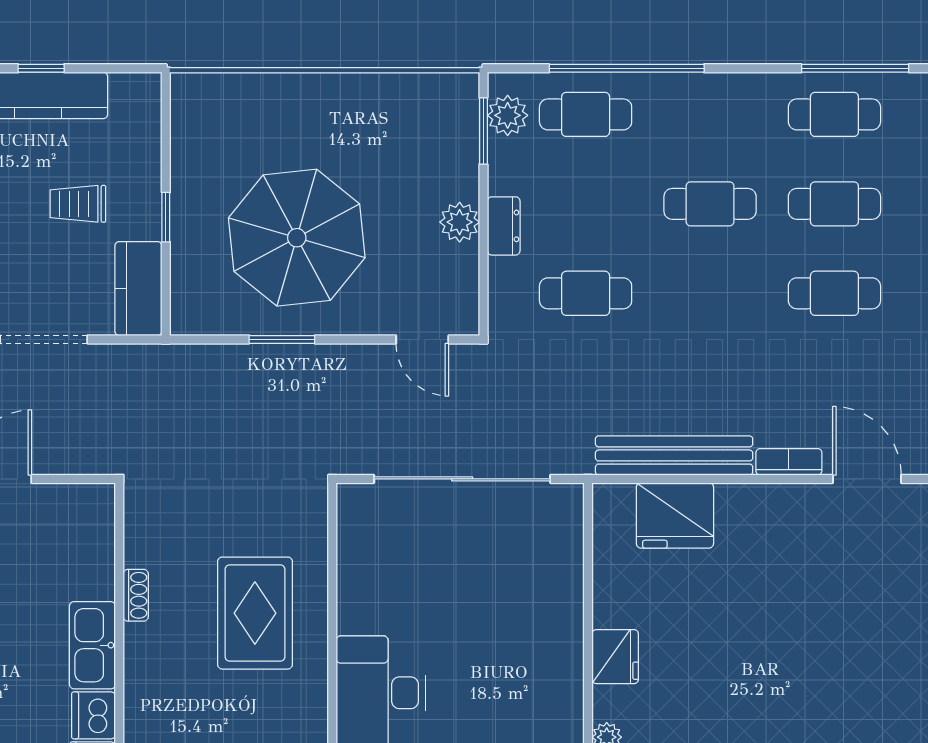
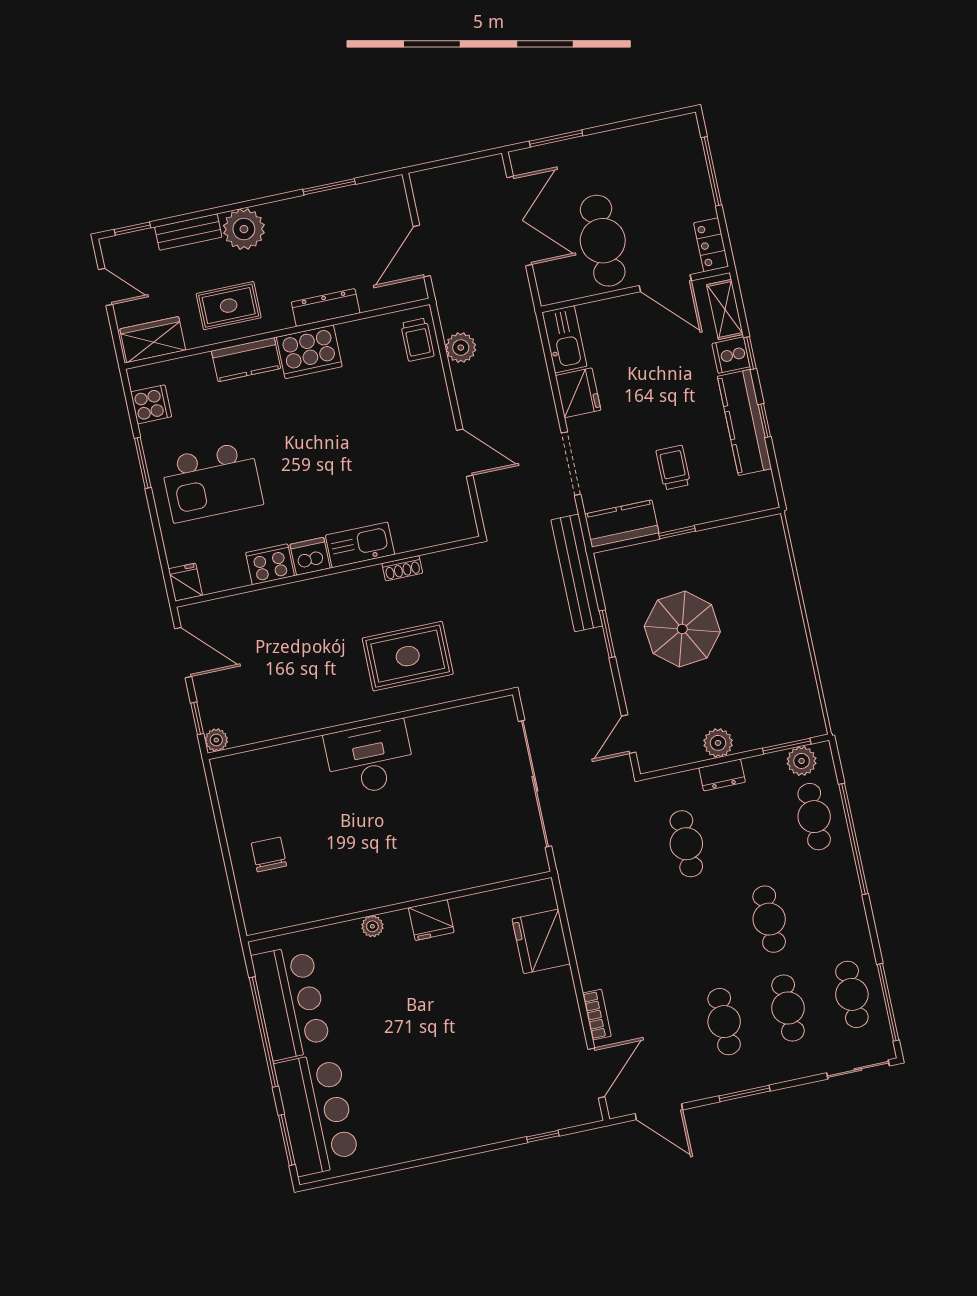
parasol: (297, 238) -> (682, 629), width x0.73, depth x0.73
bench: (674, 455) -> (577, 573), moved

